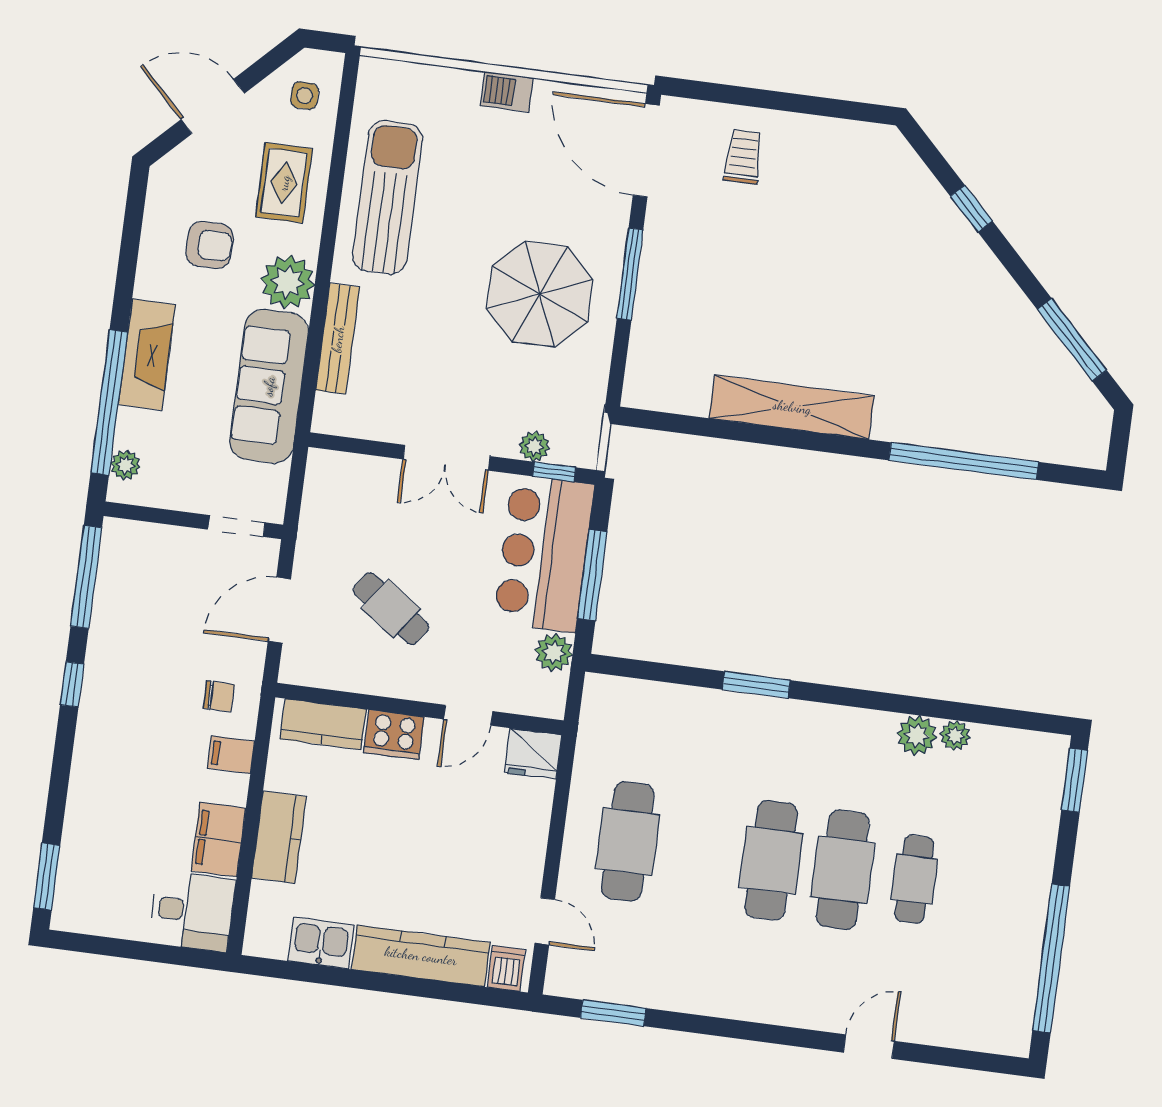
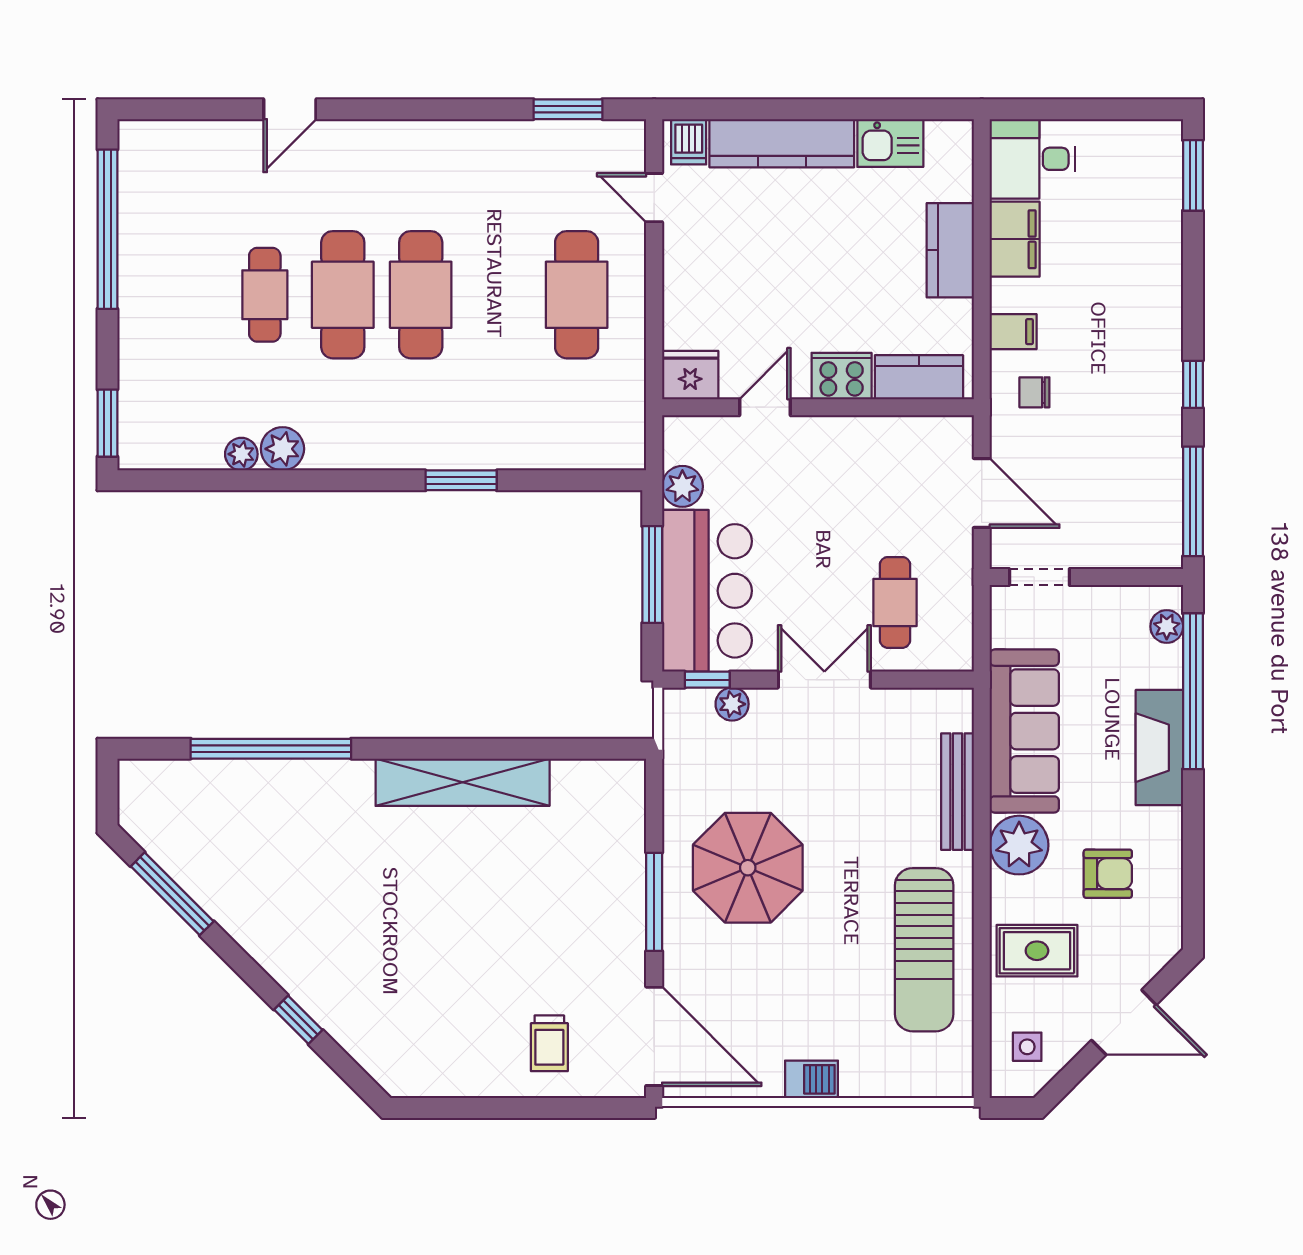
rug: (284, 183) -> (1037, 951), turned 90
armchair: (210, 245) -> (1108, 874), turned 180
cafe table: (391, 609) -> (895, 602), moved, turned 55
door: (279, 610) -> (982, 493), hinge flipped

